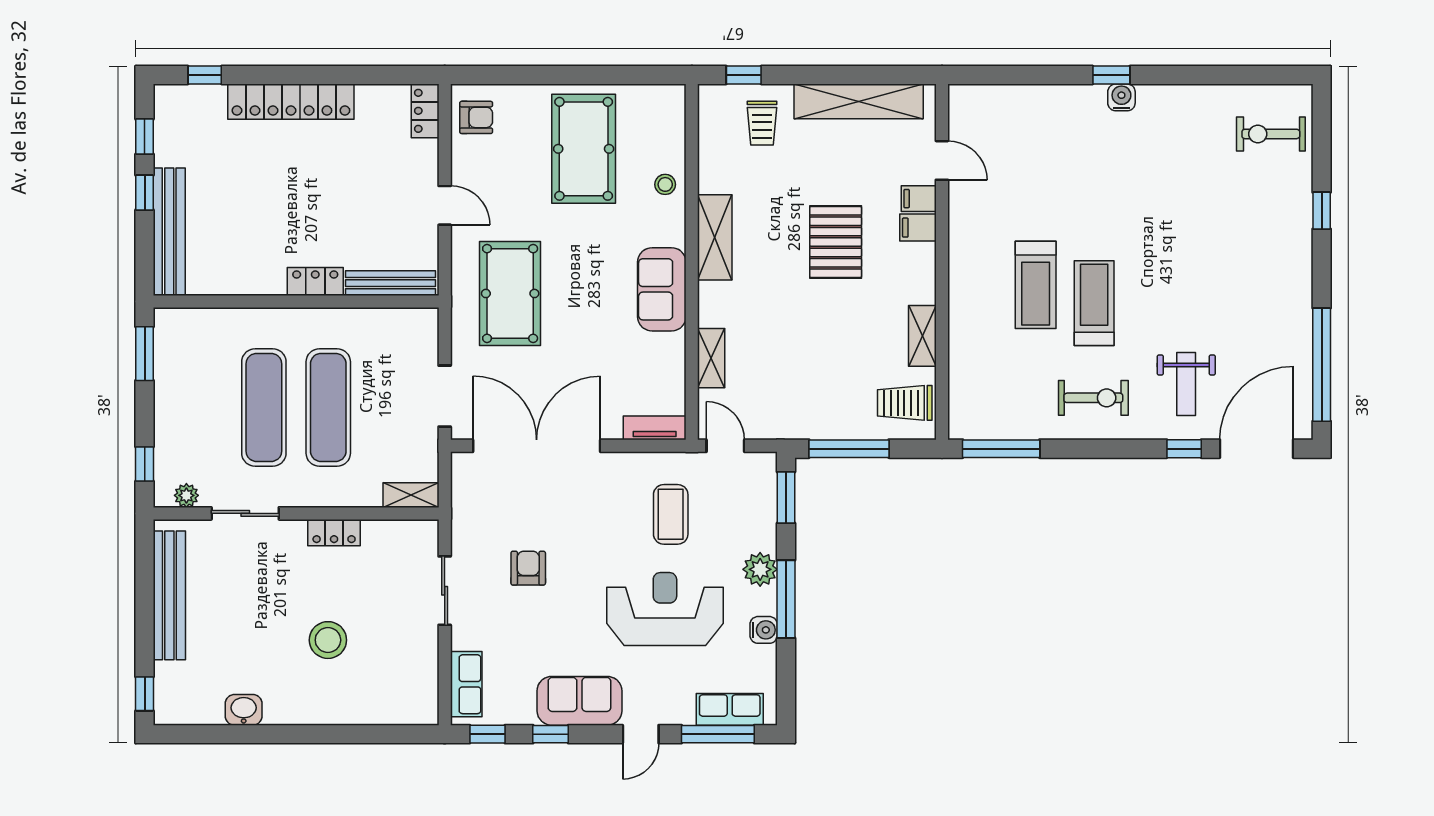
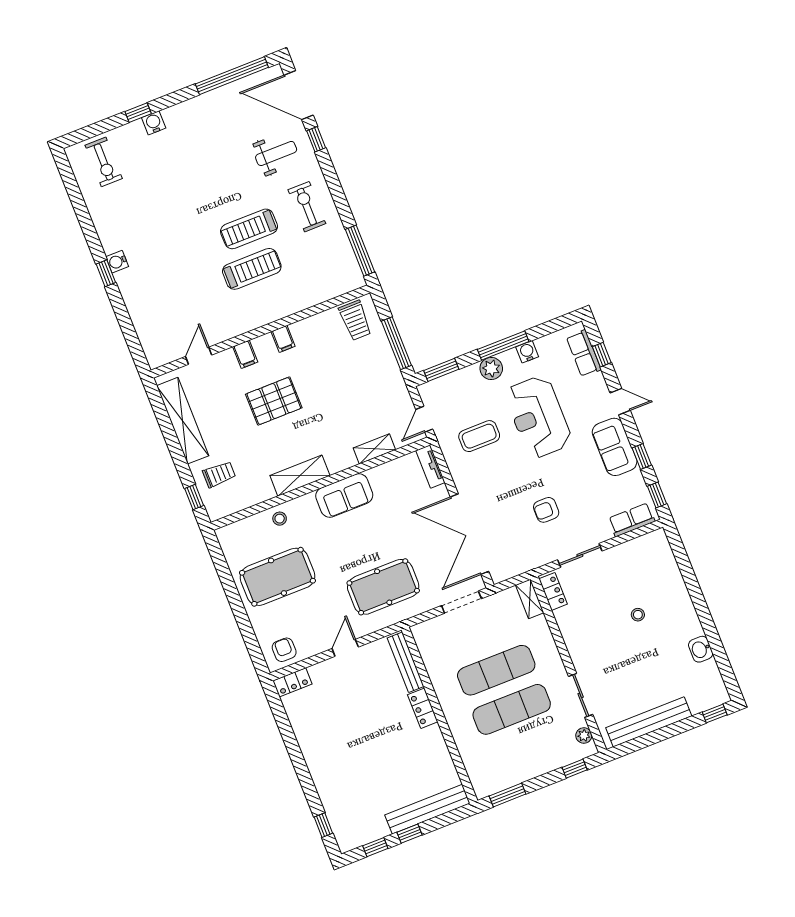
locker: (291, 102) -> (319, 766), removed
filing cabinet: (919, 199) -> (283, 339), moved
water cooler: (1298, 227) -> (154, 123), added
shelving: (922, 336) -> (310, 326), removed
locker: (334, 533) -> (553, 591), moved
stool: (328, 640) -> (638, 615), width x0.53, depth x0.53
window: (718, 734) -> (602, 355), width x0.46

